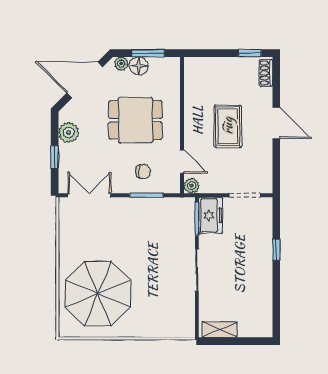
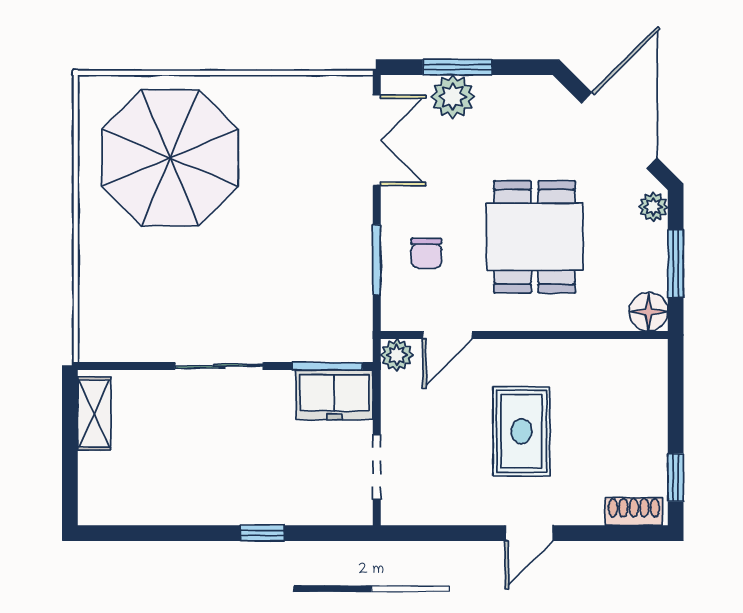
floor lamp: (139, 66) -> (648, 312), moved
door: (276, 123) -> (529, 533), width x0.73
rug: (228, 126) -> (521, 431), turned 90
plant: (69, 133) -> (453, 97), moved
window: (55, 157) -> (457, 67), width x1.50

